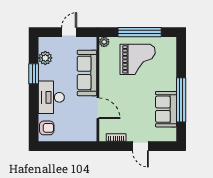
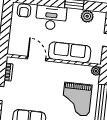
door: (98, 108) -> (37, 59), swing flipped

